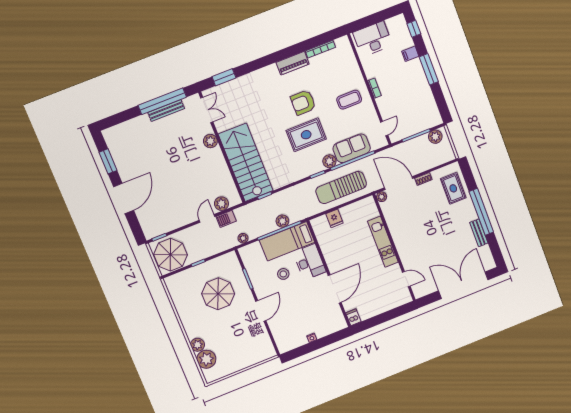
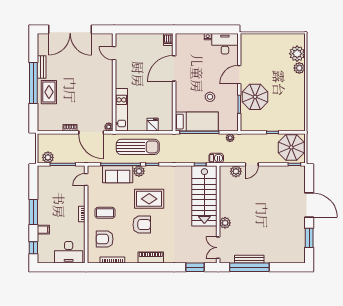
piano: (293, 63) -> (151, 258), moved
armchair: (338, 70) -> (105, 239), added
rug: (453, 188) -> (49, 92), moved
door: (124, 199) -> (309, 205), swing flipped
barbecue: (226, 219) -> (216, 158), moved
plant: (282, 221) -> (194, 139), removed
kitchen unit: (383, 242) -> (121, 110), moved
desk: (310, 262) -> (225, 44), moved, turned 90
parasol: (218, 294) -> (255, 97), moved

